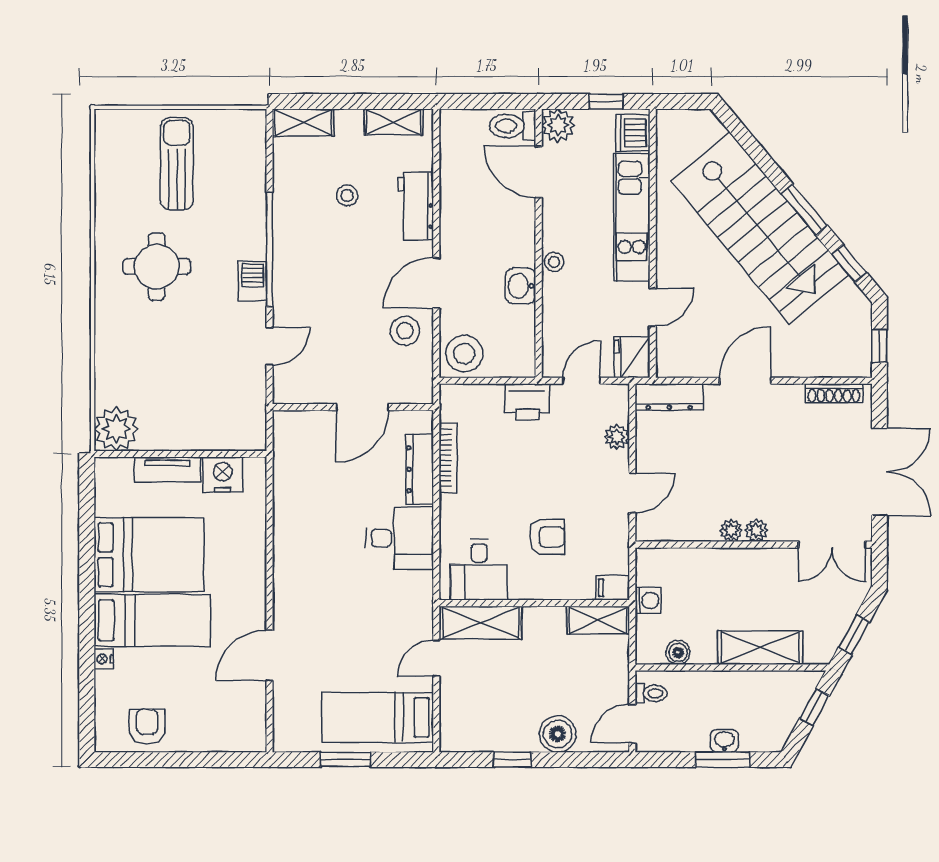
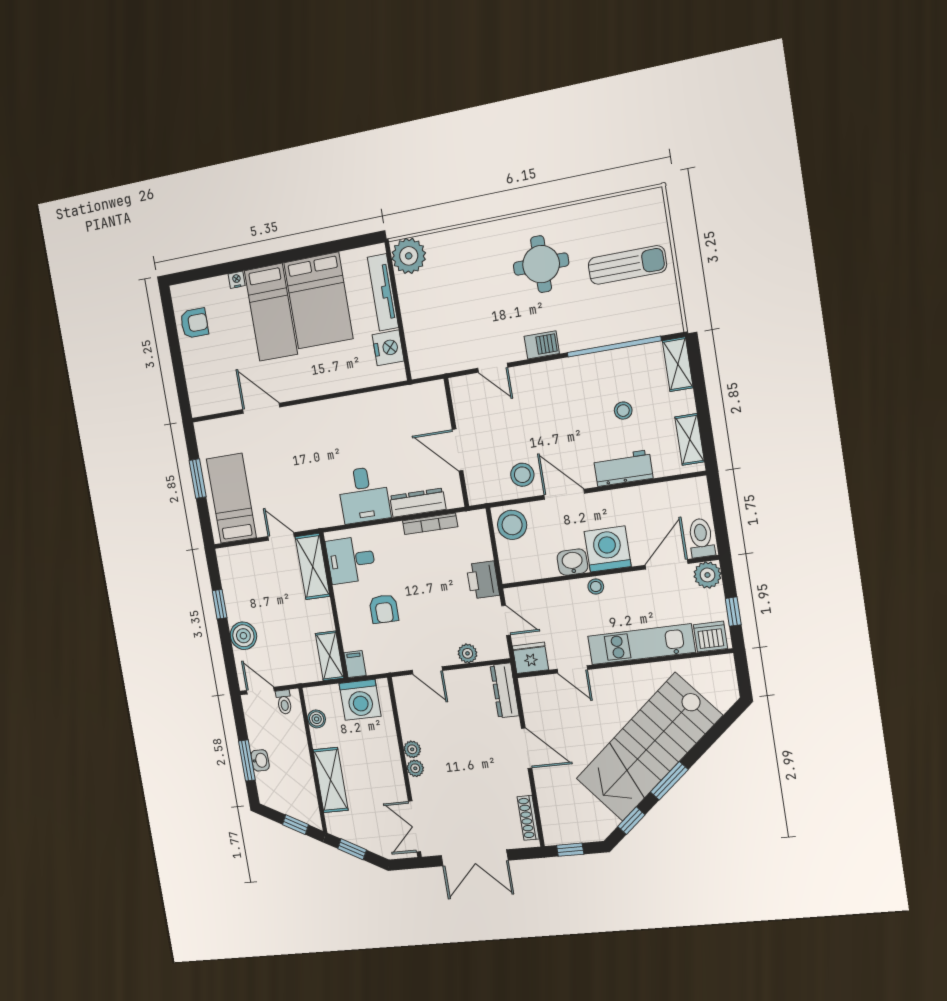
washing machine: (510, 240) -> (608, 549), added
window: (270, 249) -> (614, 347), moved
tv unit: (168, 469) -> (383, 292), width x1.41
washing machine: (648, 601) -> (360, 700), width x1.89, depth x1.89

